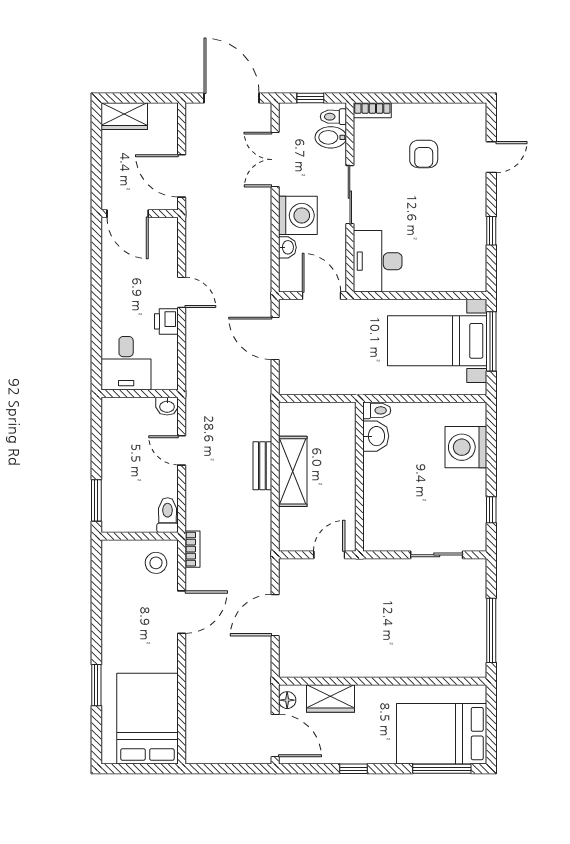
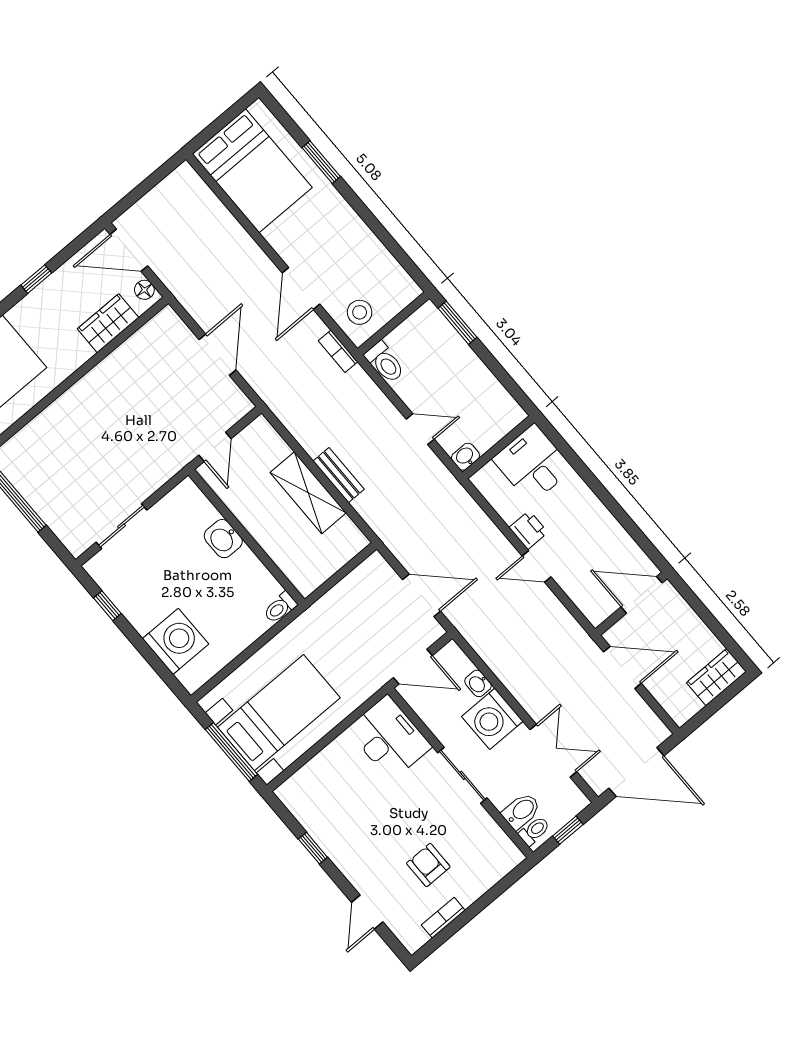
bookcase: (372, 110) -> (443, 918), moved
washbasin: (376, 436) -> (223, 539), moved

